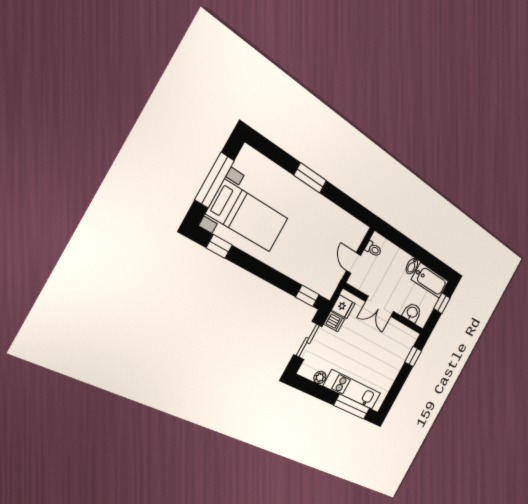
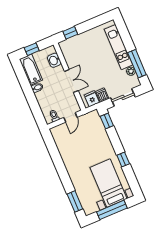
window: (310, 178) -> (75, 201), moved
window: (219, 247) -> (123, 160), moved
window: (352, 407) -> (137, 64), moved

